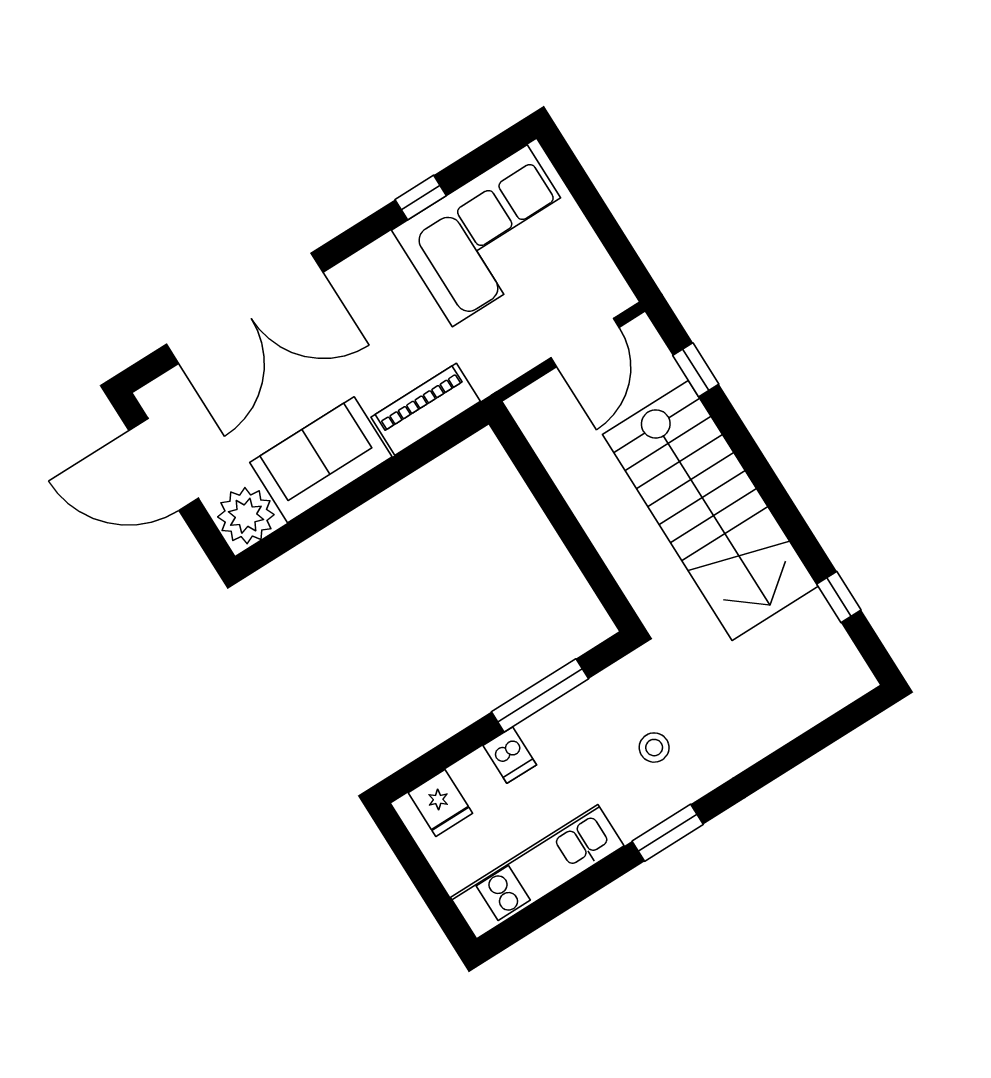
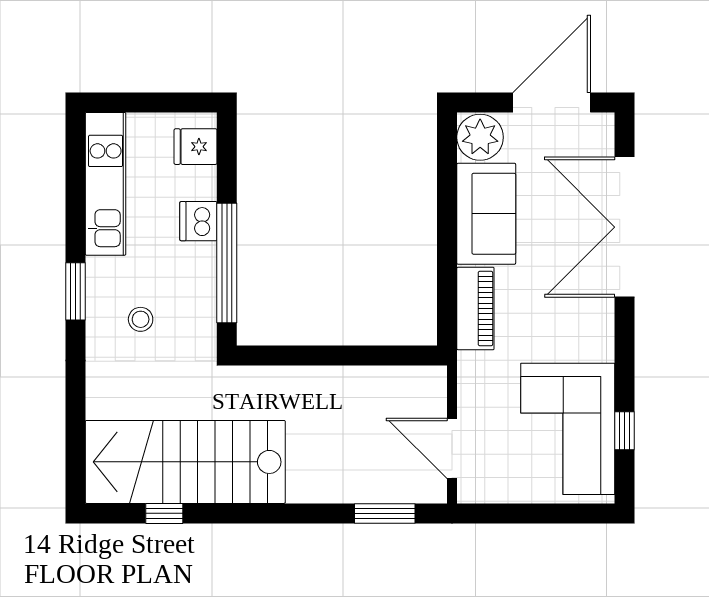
window: (421, 198) -> (625, 431), moved
window: (696, 370) -> (385, 513), width x1.50
stairs: (710, 510) -> (185, 462), moved
window: (540, 695) -> (227, 263), width x1.46
dishwasher: (510, 755) -> (198, 221), width x1.38

